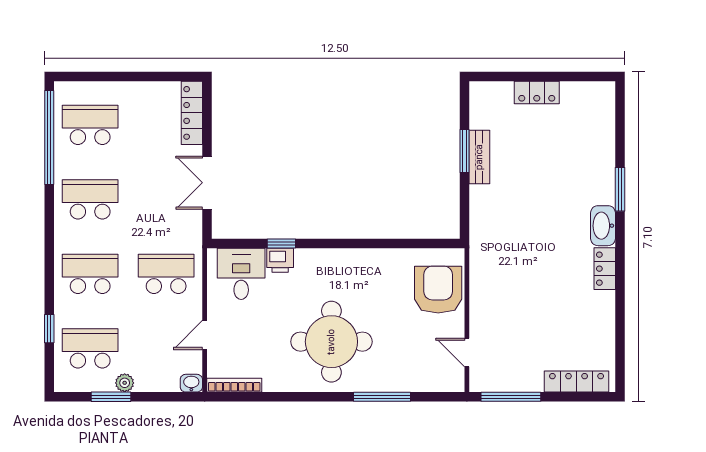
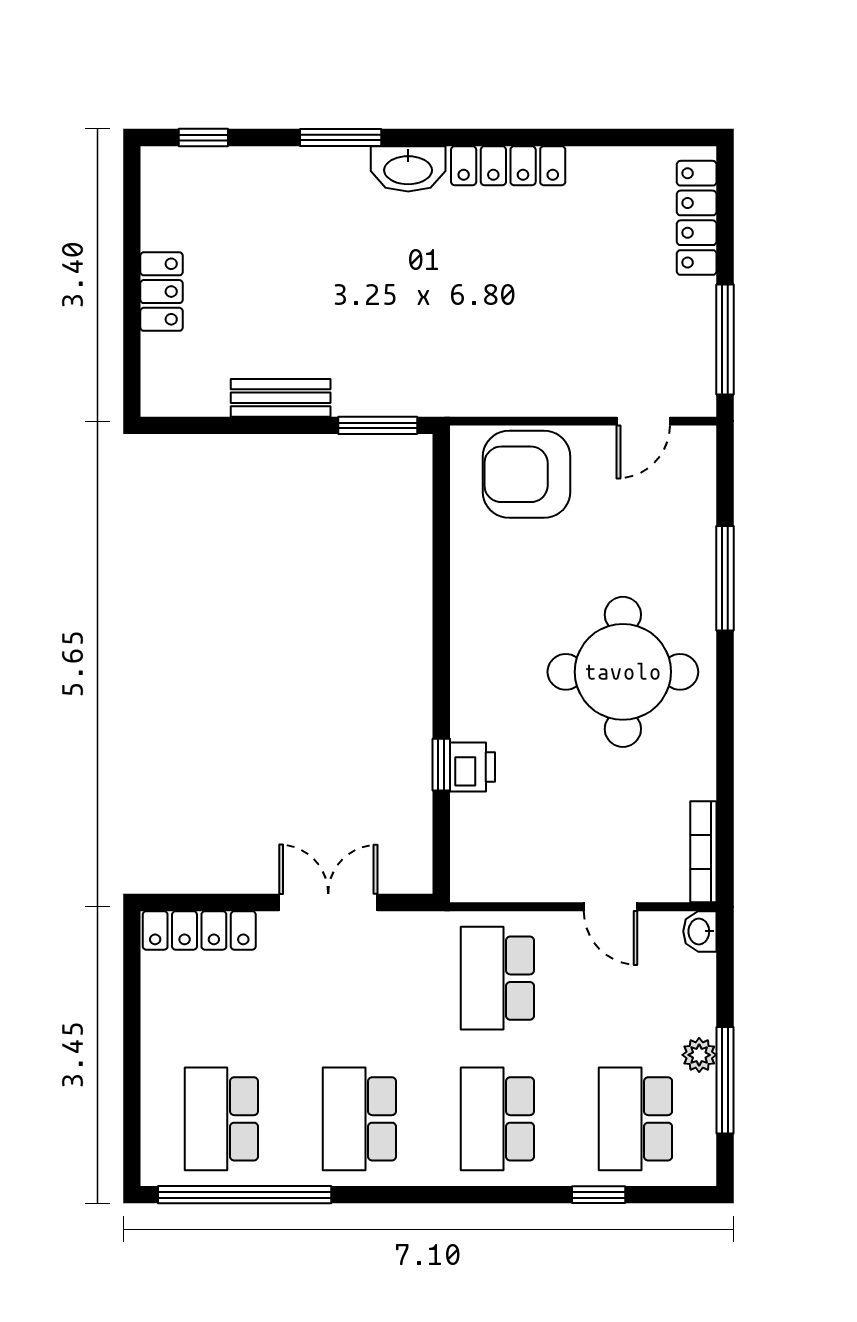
window: (620, 115) -> (203, 137), added
window: (465, 151) -> (378, 425), moved
double door: (207, 183) -> (328, 902), swing flipped
locker: (605, 269) -> (508, 166), width x1.53
desk: (241, 274) -> (497, 839), removed
window: (111, 397) -> (725, 1080), width x1.44

